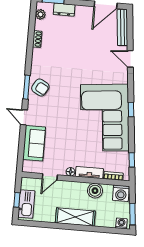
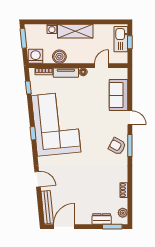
washing machine: (121, 223) -> (52, 29), moved

